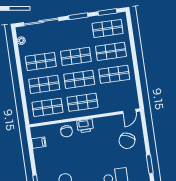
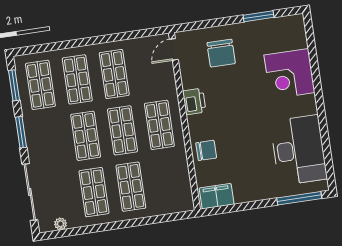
shop shelf: (47, 107) -> (168, 181), removed
door: (129, 111) -> (174, 49), swing flipped
printer: (85, 126) -> (194, 101), moved
chair: (127, 141) -> (221, 53), turned 65
filing cabinet: (39, 143) -> (217, 196), width x2.00

